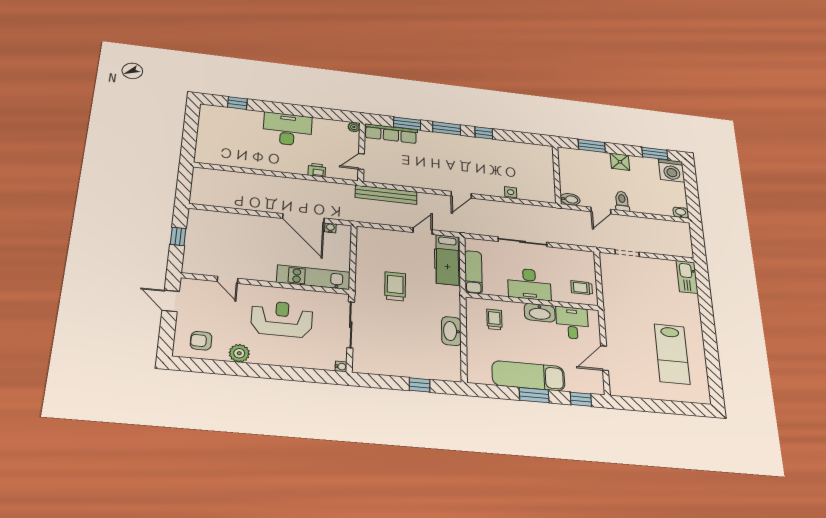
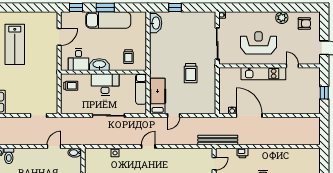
bench: (386, 195) -> (218, 140), moved
toilet: (622, 201) -> (9, 156), moved
kitchen unit: (313, 277) -> (263, 74), moved
reception desk: (282, 319) -> (258, 43), turned 180
washbasin: (451, 331) -> (156, 23), moved
lab bench: (672, 354) -> (15, 44), turned 180

